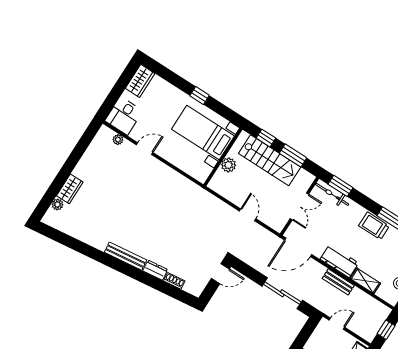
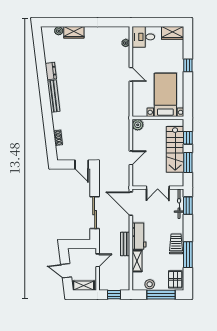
window: (200, 96) -> (188, 65), moved
door: (145, 149) -> (131, 74), moved
plant: (229, 165) -> (138, 125), moved
dresser: (155, 270) -> (51, 71), moved
door: (337, 324) -> (98, 260), hinge flipped

